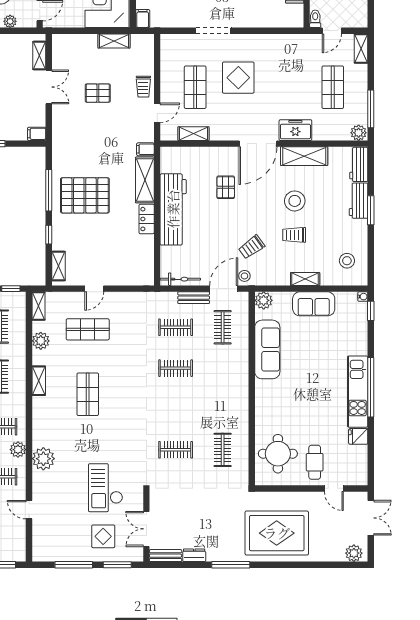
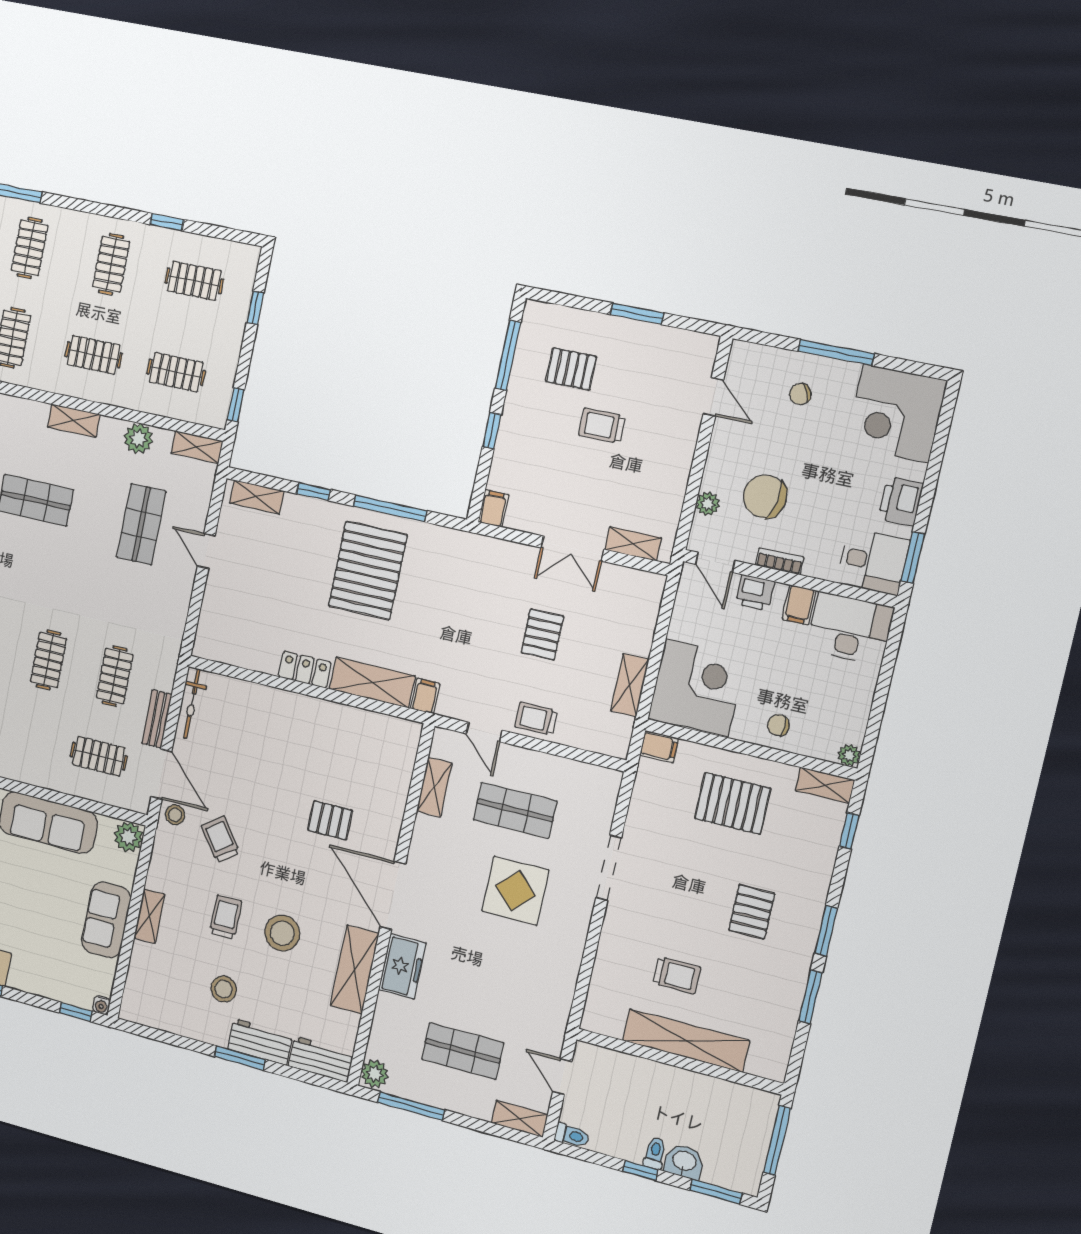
toilet: (315, 19) -> (572, 1135), moved
workbench: (173, 209) -> (311, 720), removed
stool: (347, 261) -> (224, 989), moved

